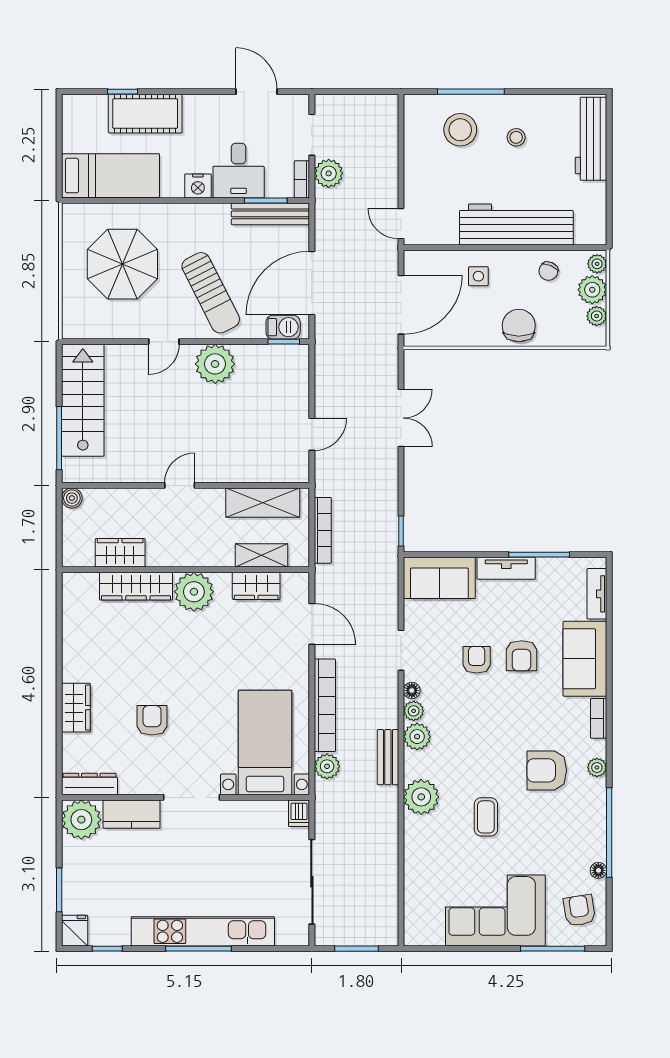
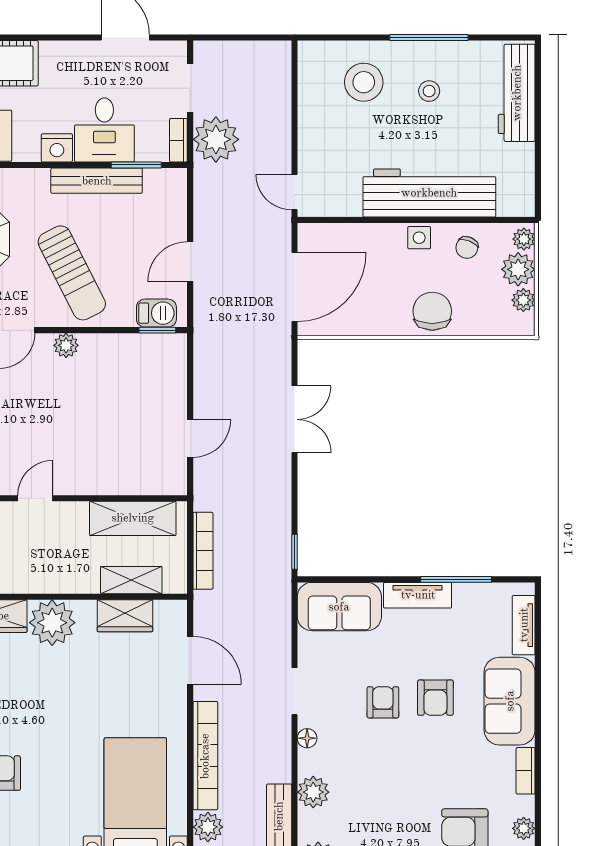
window: (471, 92) -> (429, 37), moved
plant: (329, 173) -> (216, 139), width x1.36, depth x1.36
bench: (270, 214) -> (97, 181), moved
side table: (478, 276) -> (419, 238), moved
door: (312, 283) -> (190, 262), width x0.53
plant: (215, 364) -> (66, 345), width x0.53, depth x0.53
plant: (414, 711) -> (309, 762), removed

